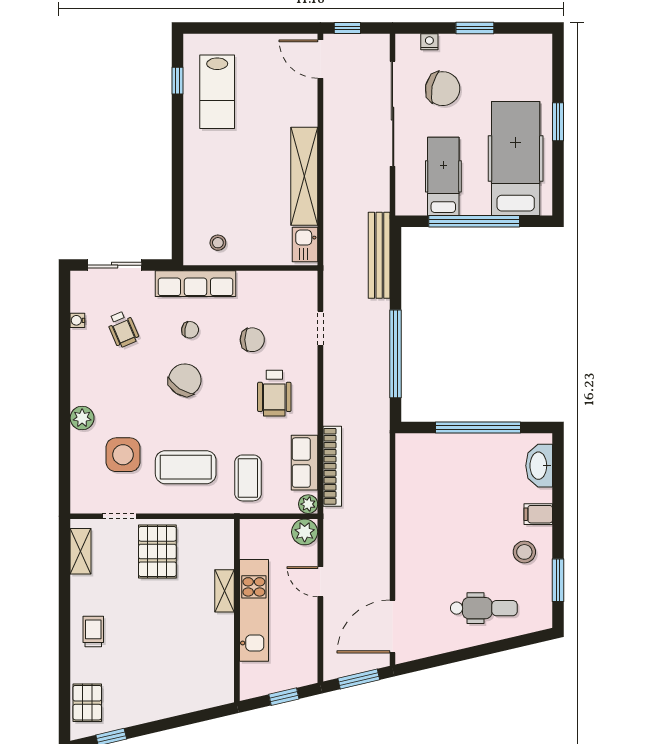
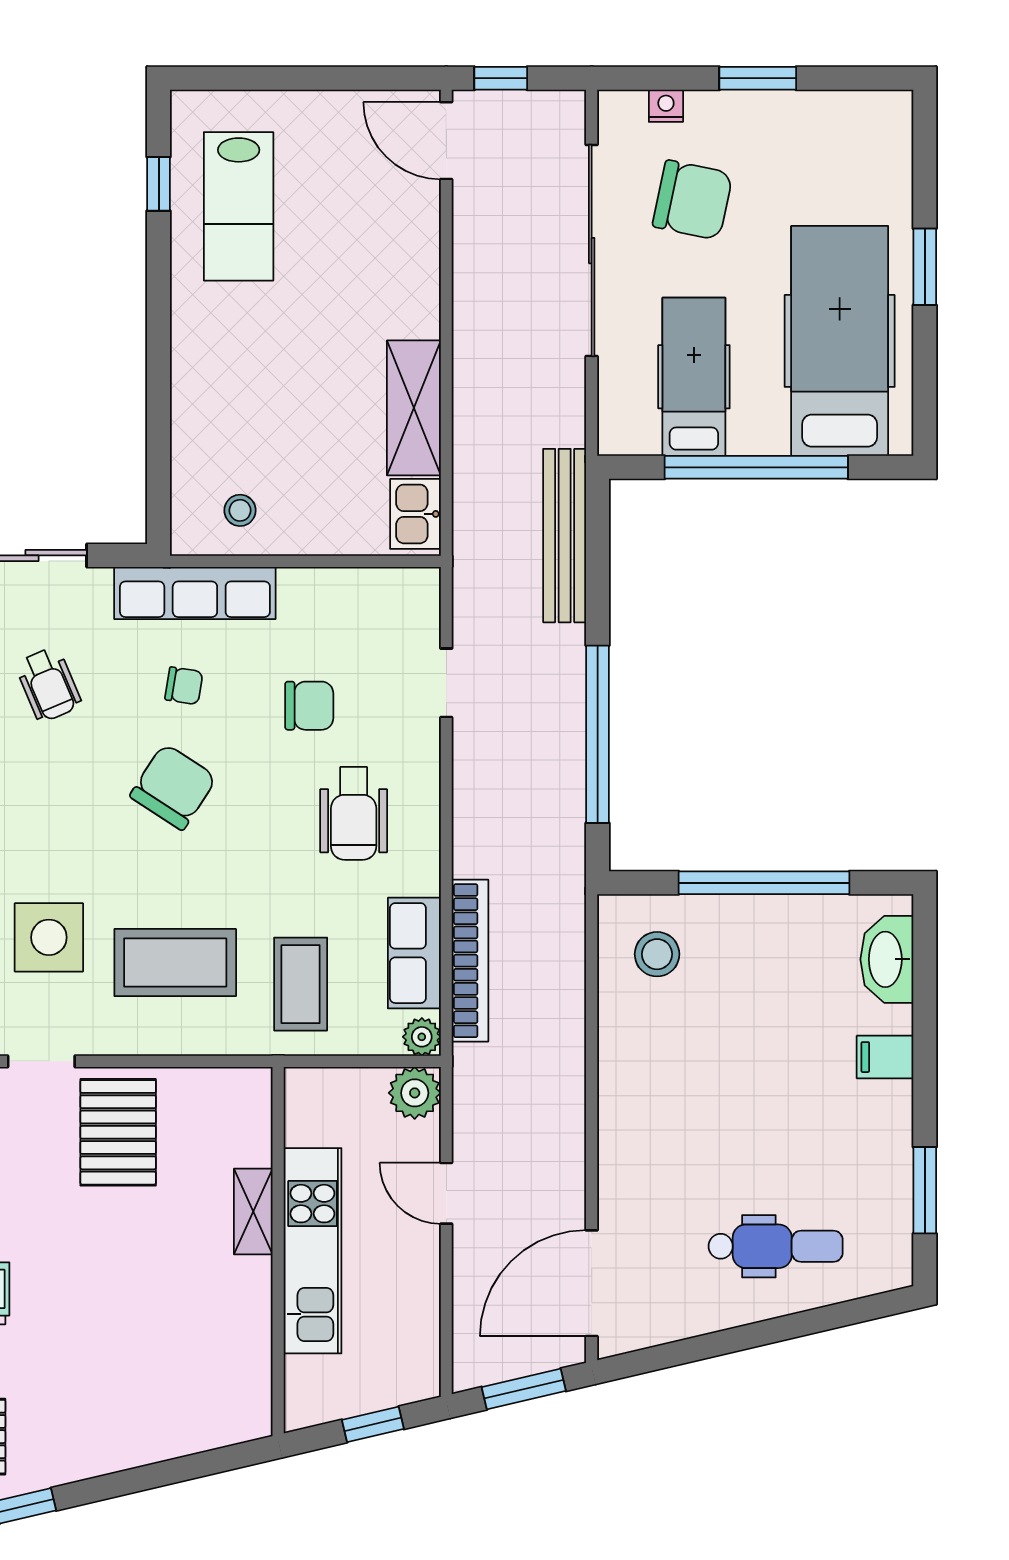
shelving: (304, 176) -> (414, 408), width x0.68
stool: (524, 552) -> (657, 954), moved

